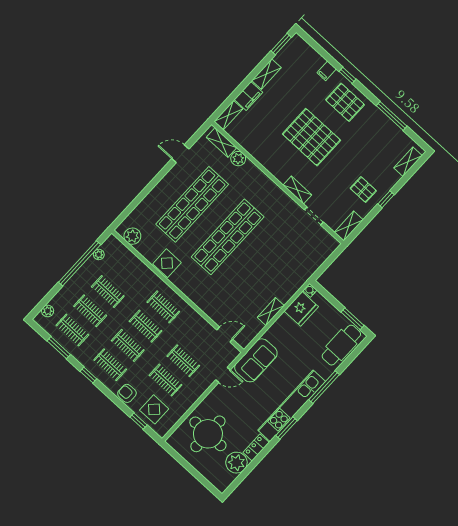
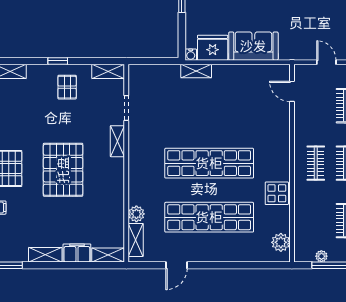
door: (180, 154) -> (176, 265), hinge flipped
shelving: (271, 312) -> (196, 71), moved
sofa: (256, 360) -> (253, 46), moved

